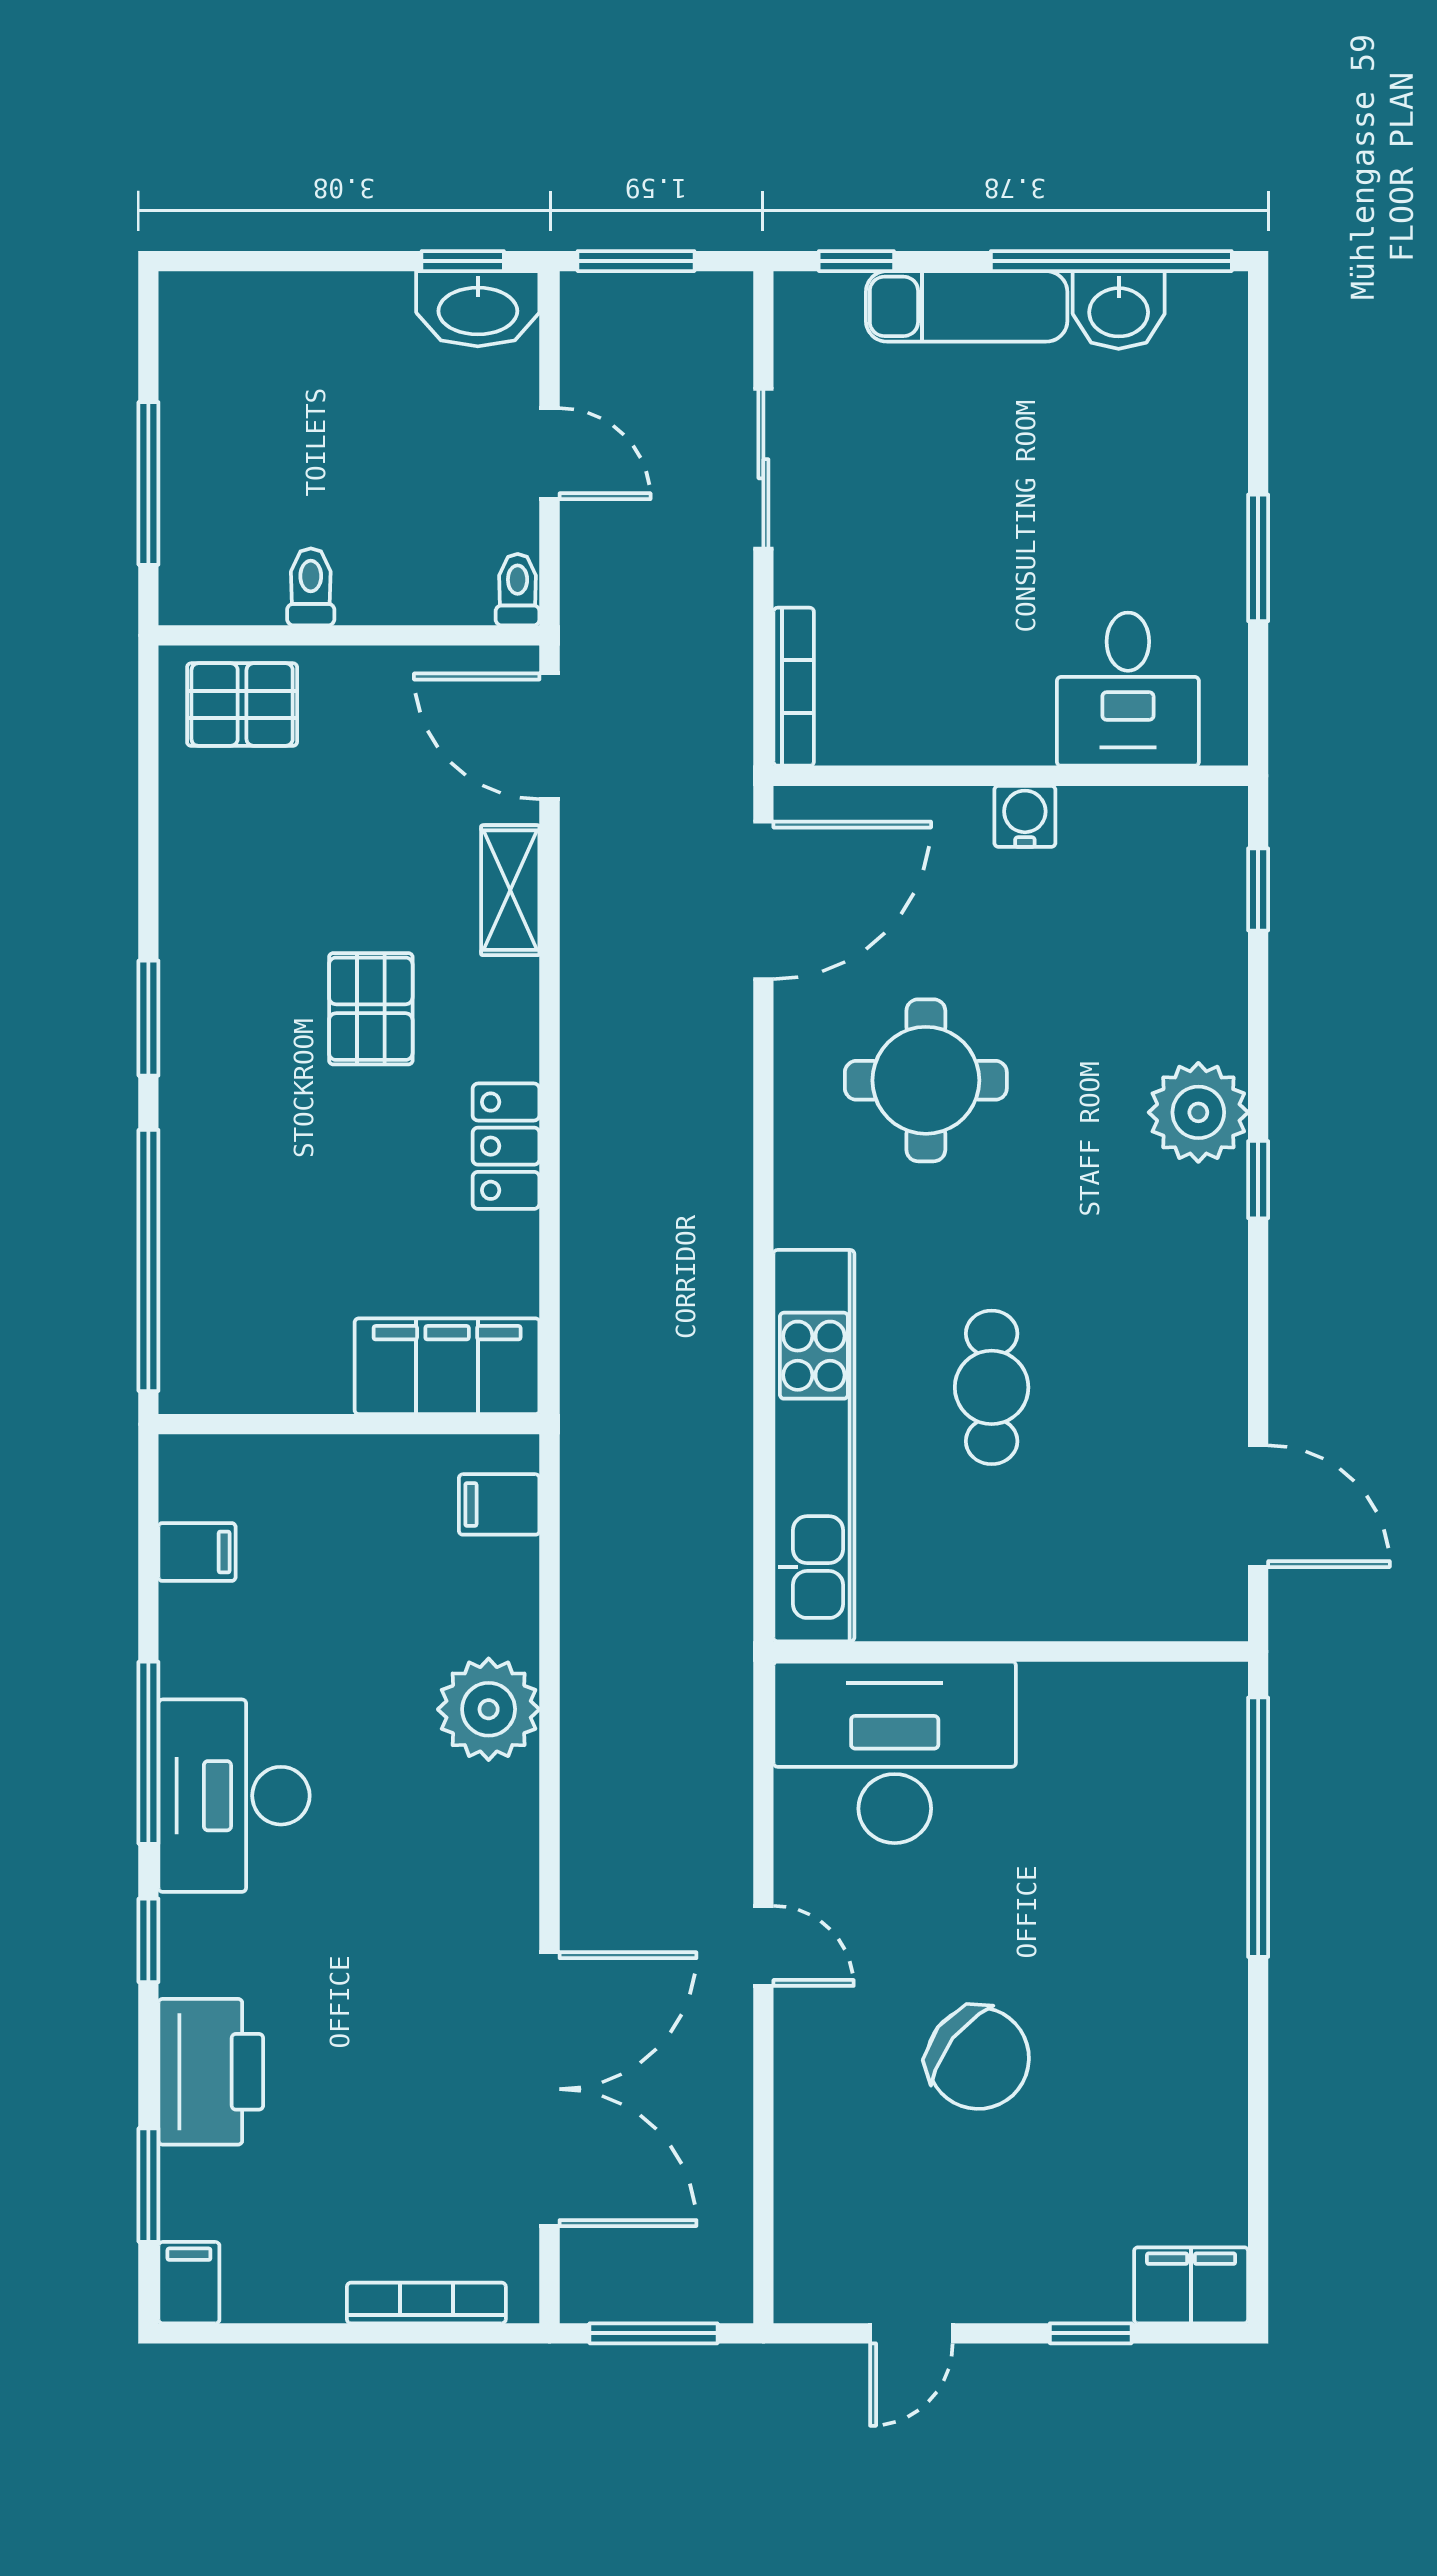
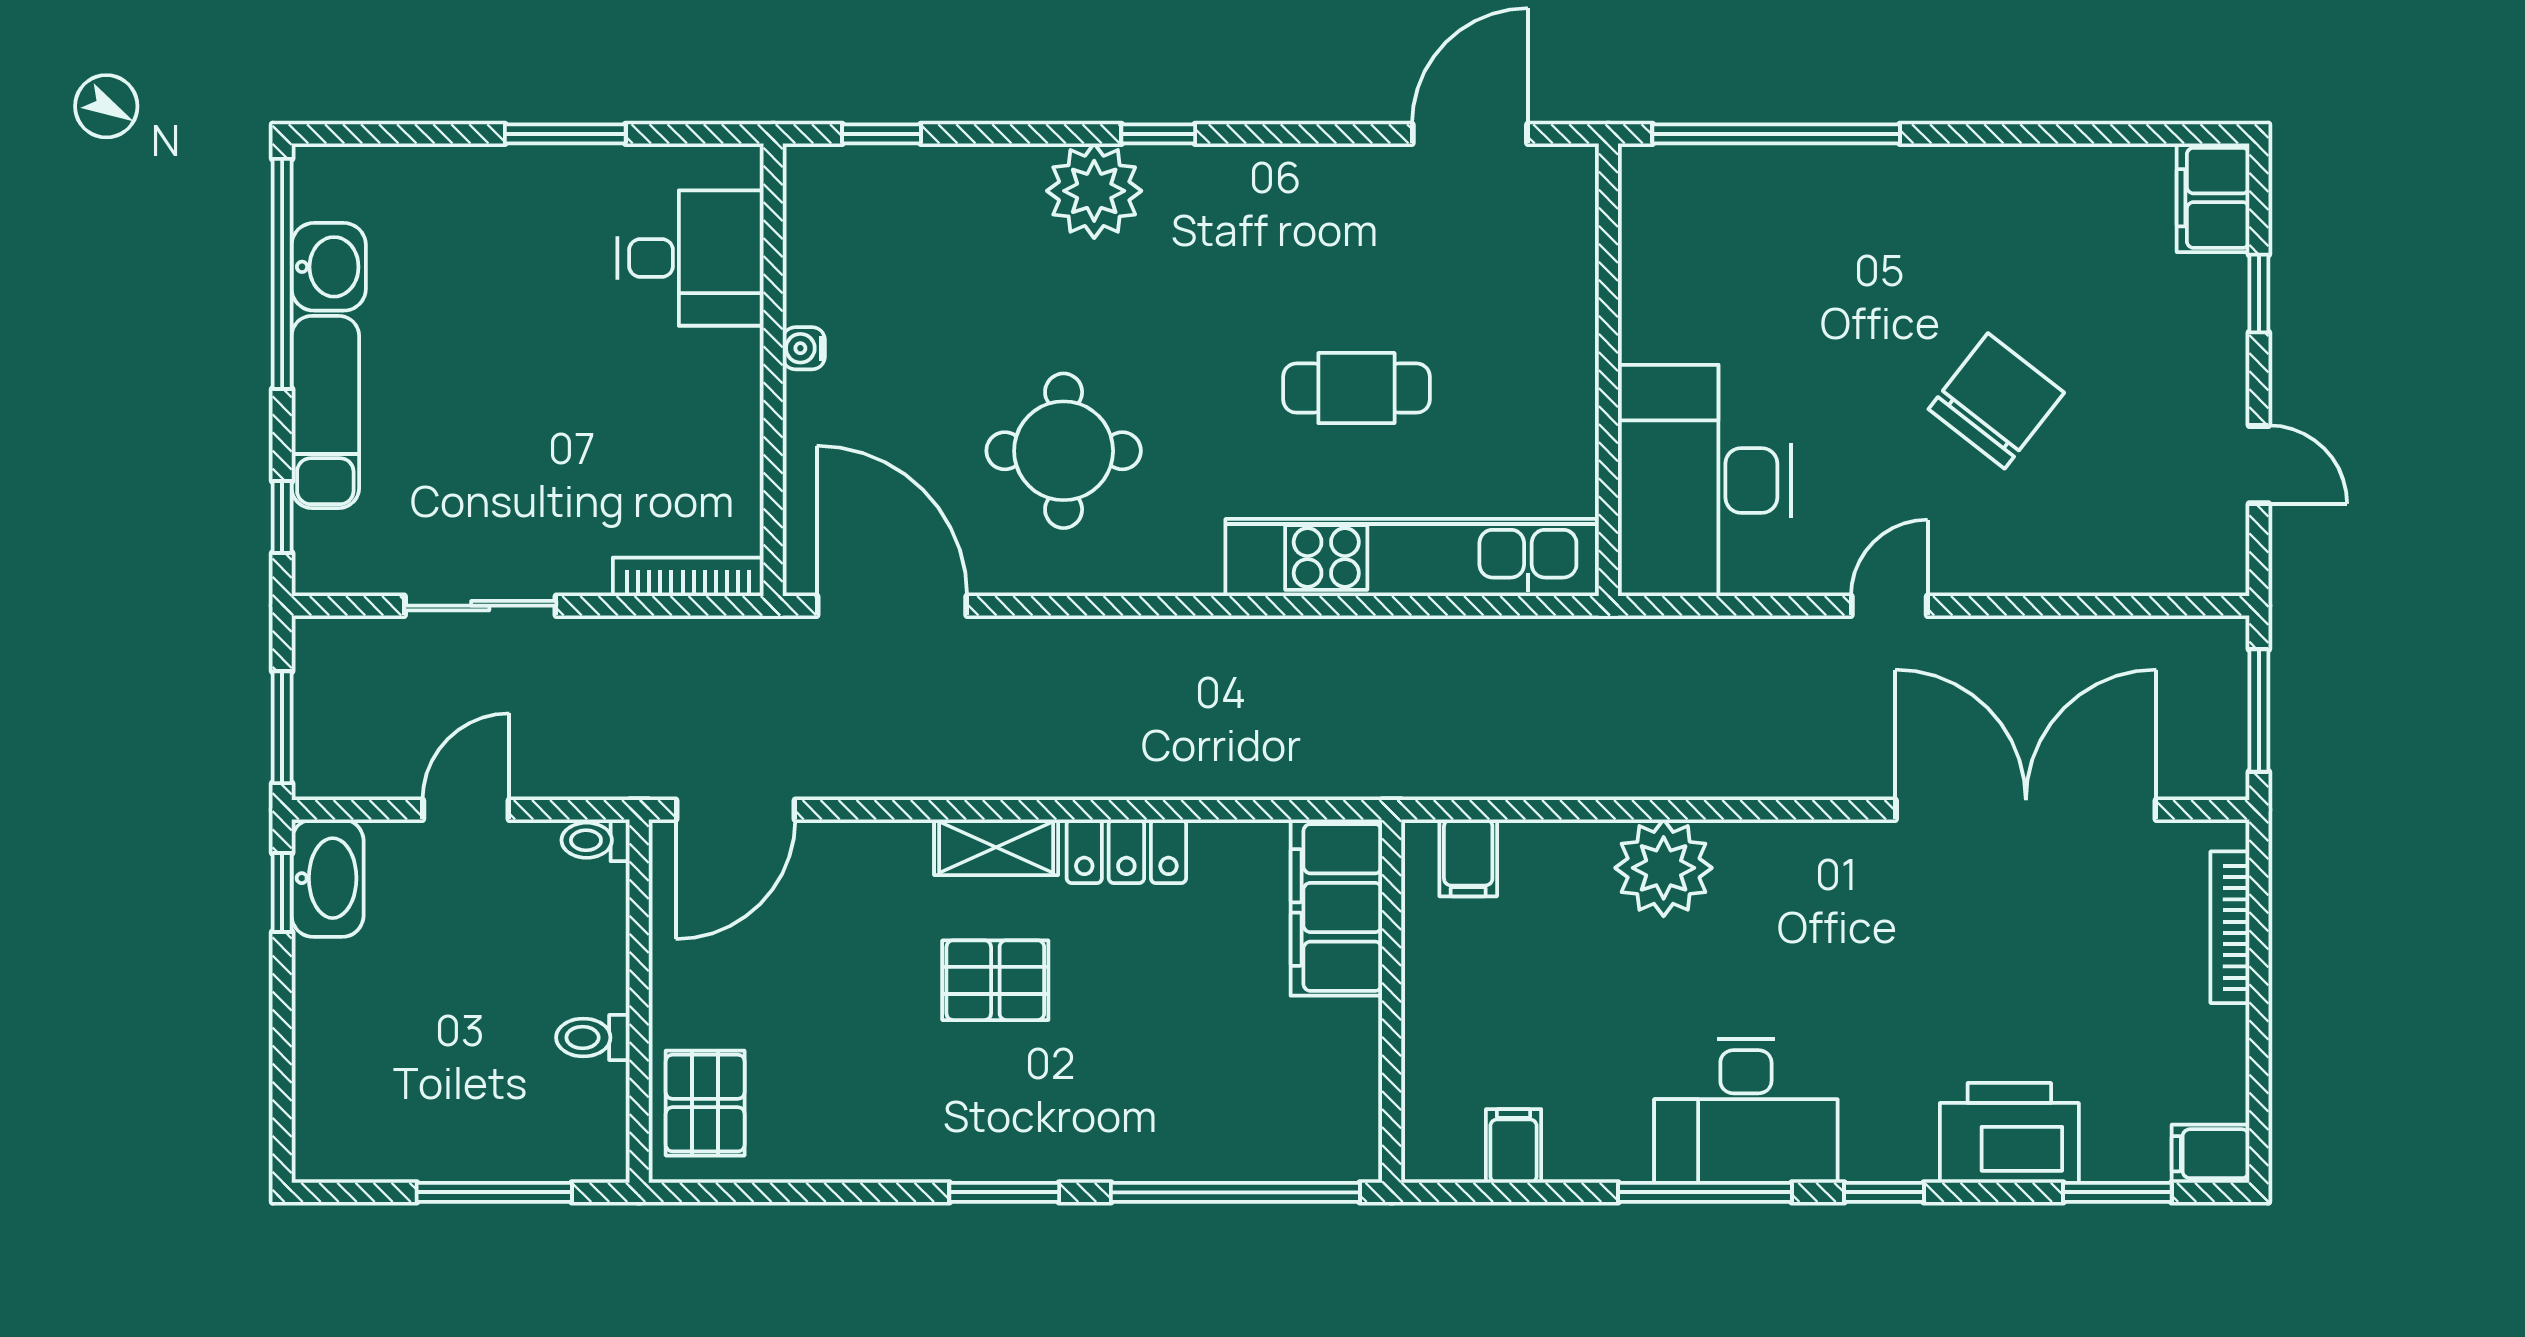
water cooler: (1025, 816) -> (804, 348), width x0.72, depth x0.72
shelving: (510, 890) -> (996, 847), moved

